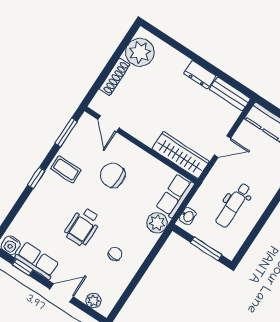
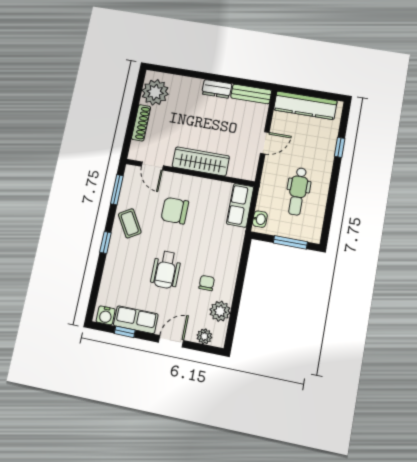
wardrobe: (181, 155) -> (201, 161), moved
coffee table: (66, 169) -> (130, 223), turned 59
plant: (157, 223) -> (220, 311), moved

